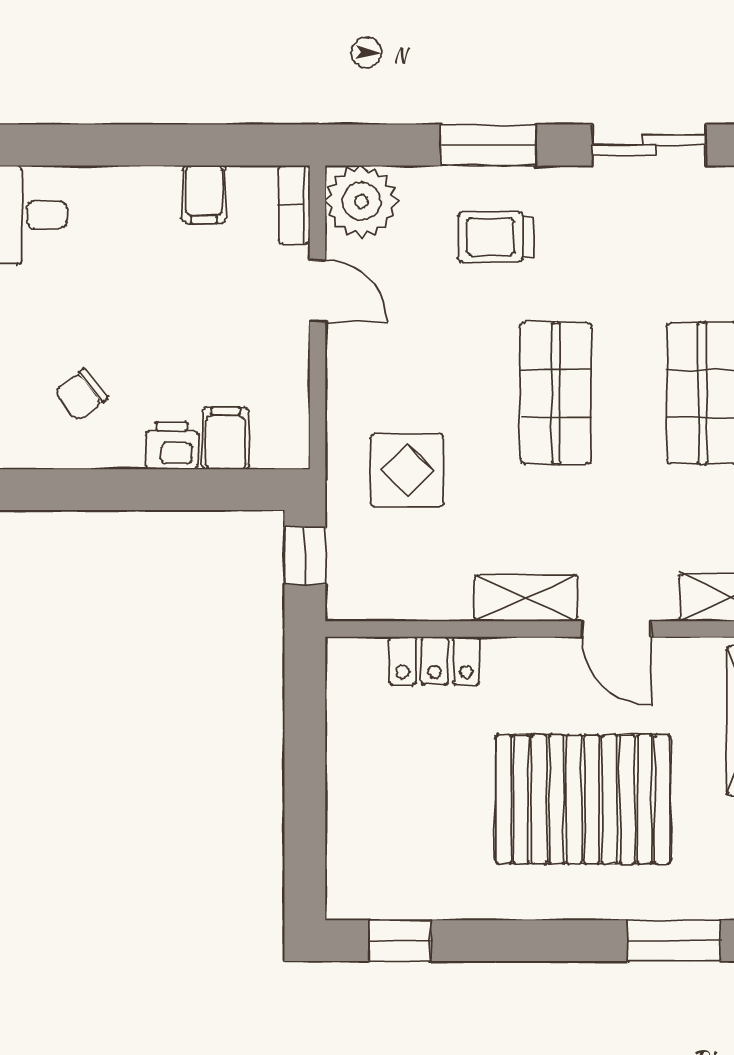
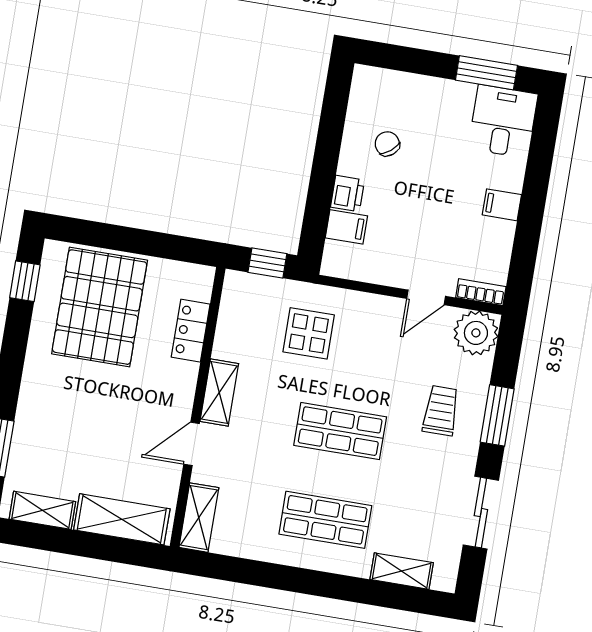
filing cabinet: (204, 194) -> (502, 205), moved
pallet: (583, 799) -> (100, 307), moved

